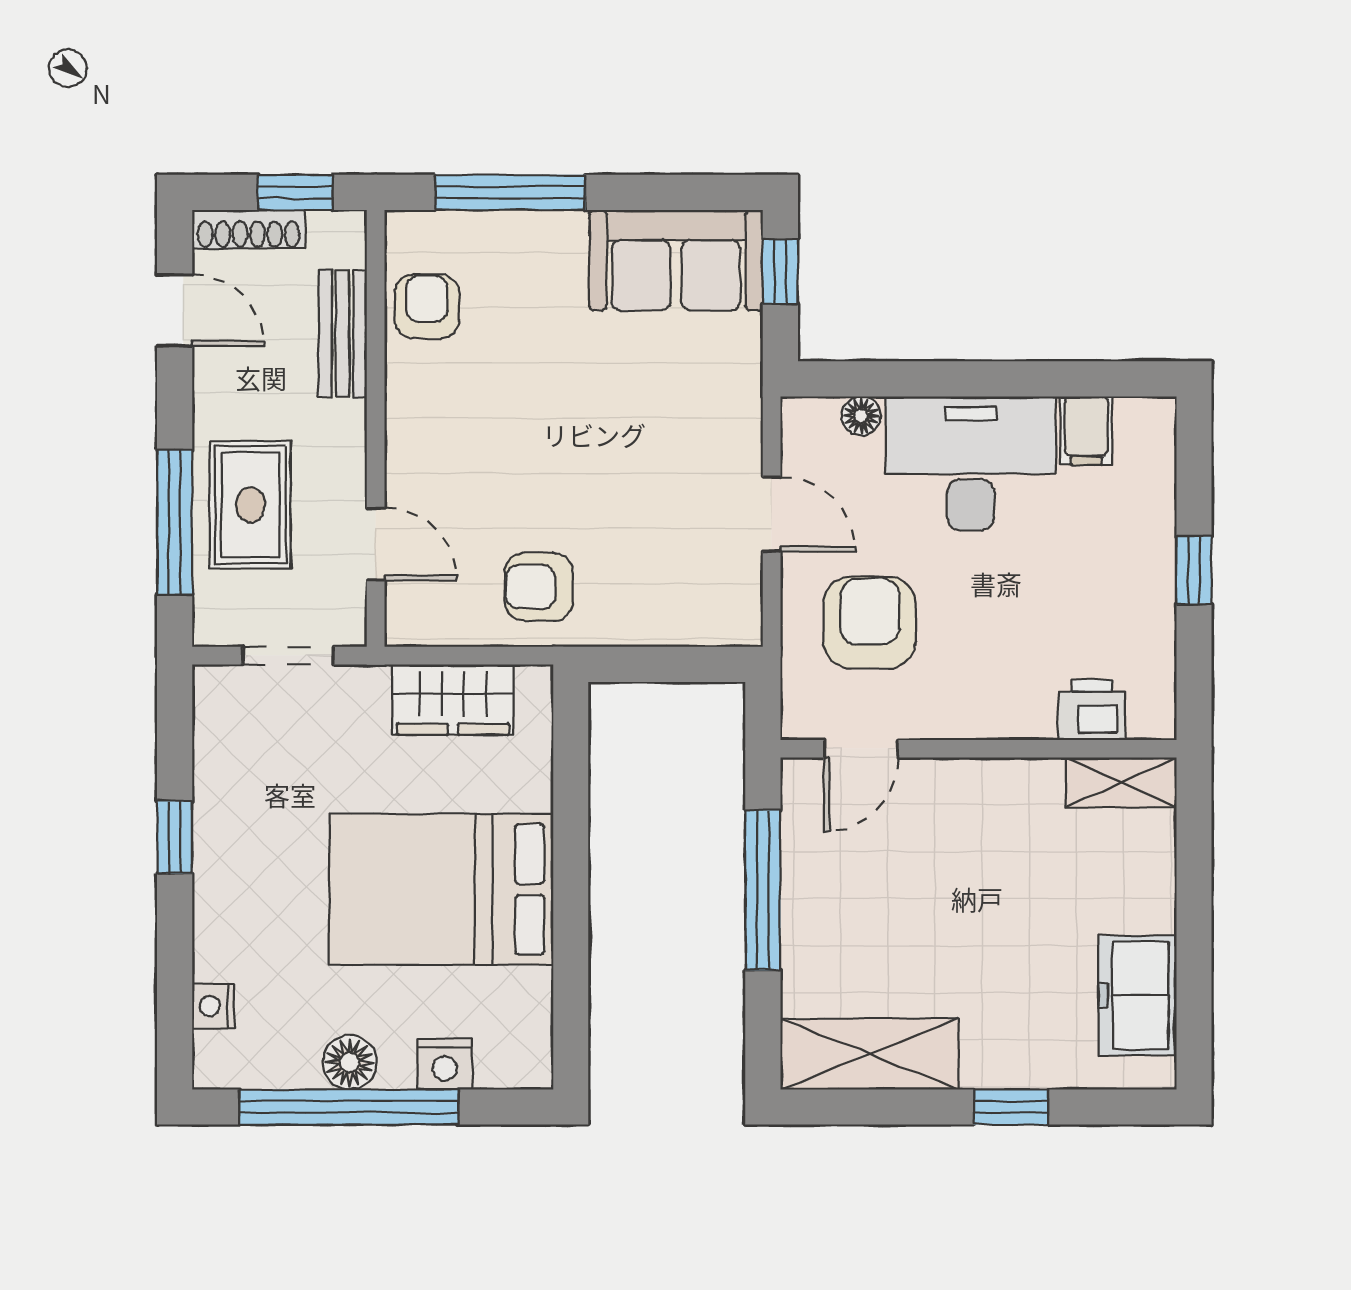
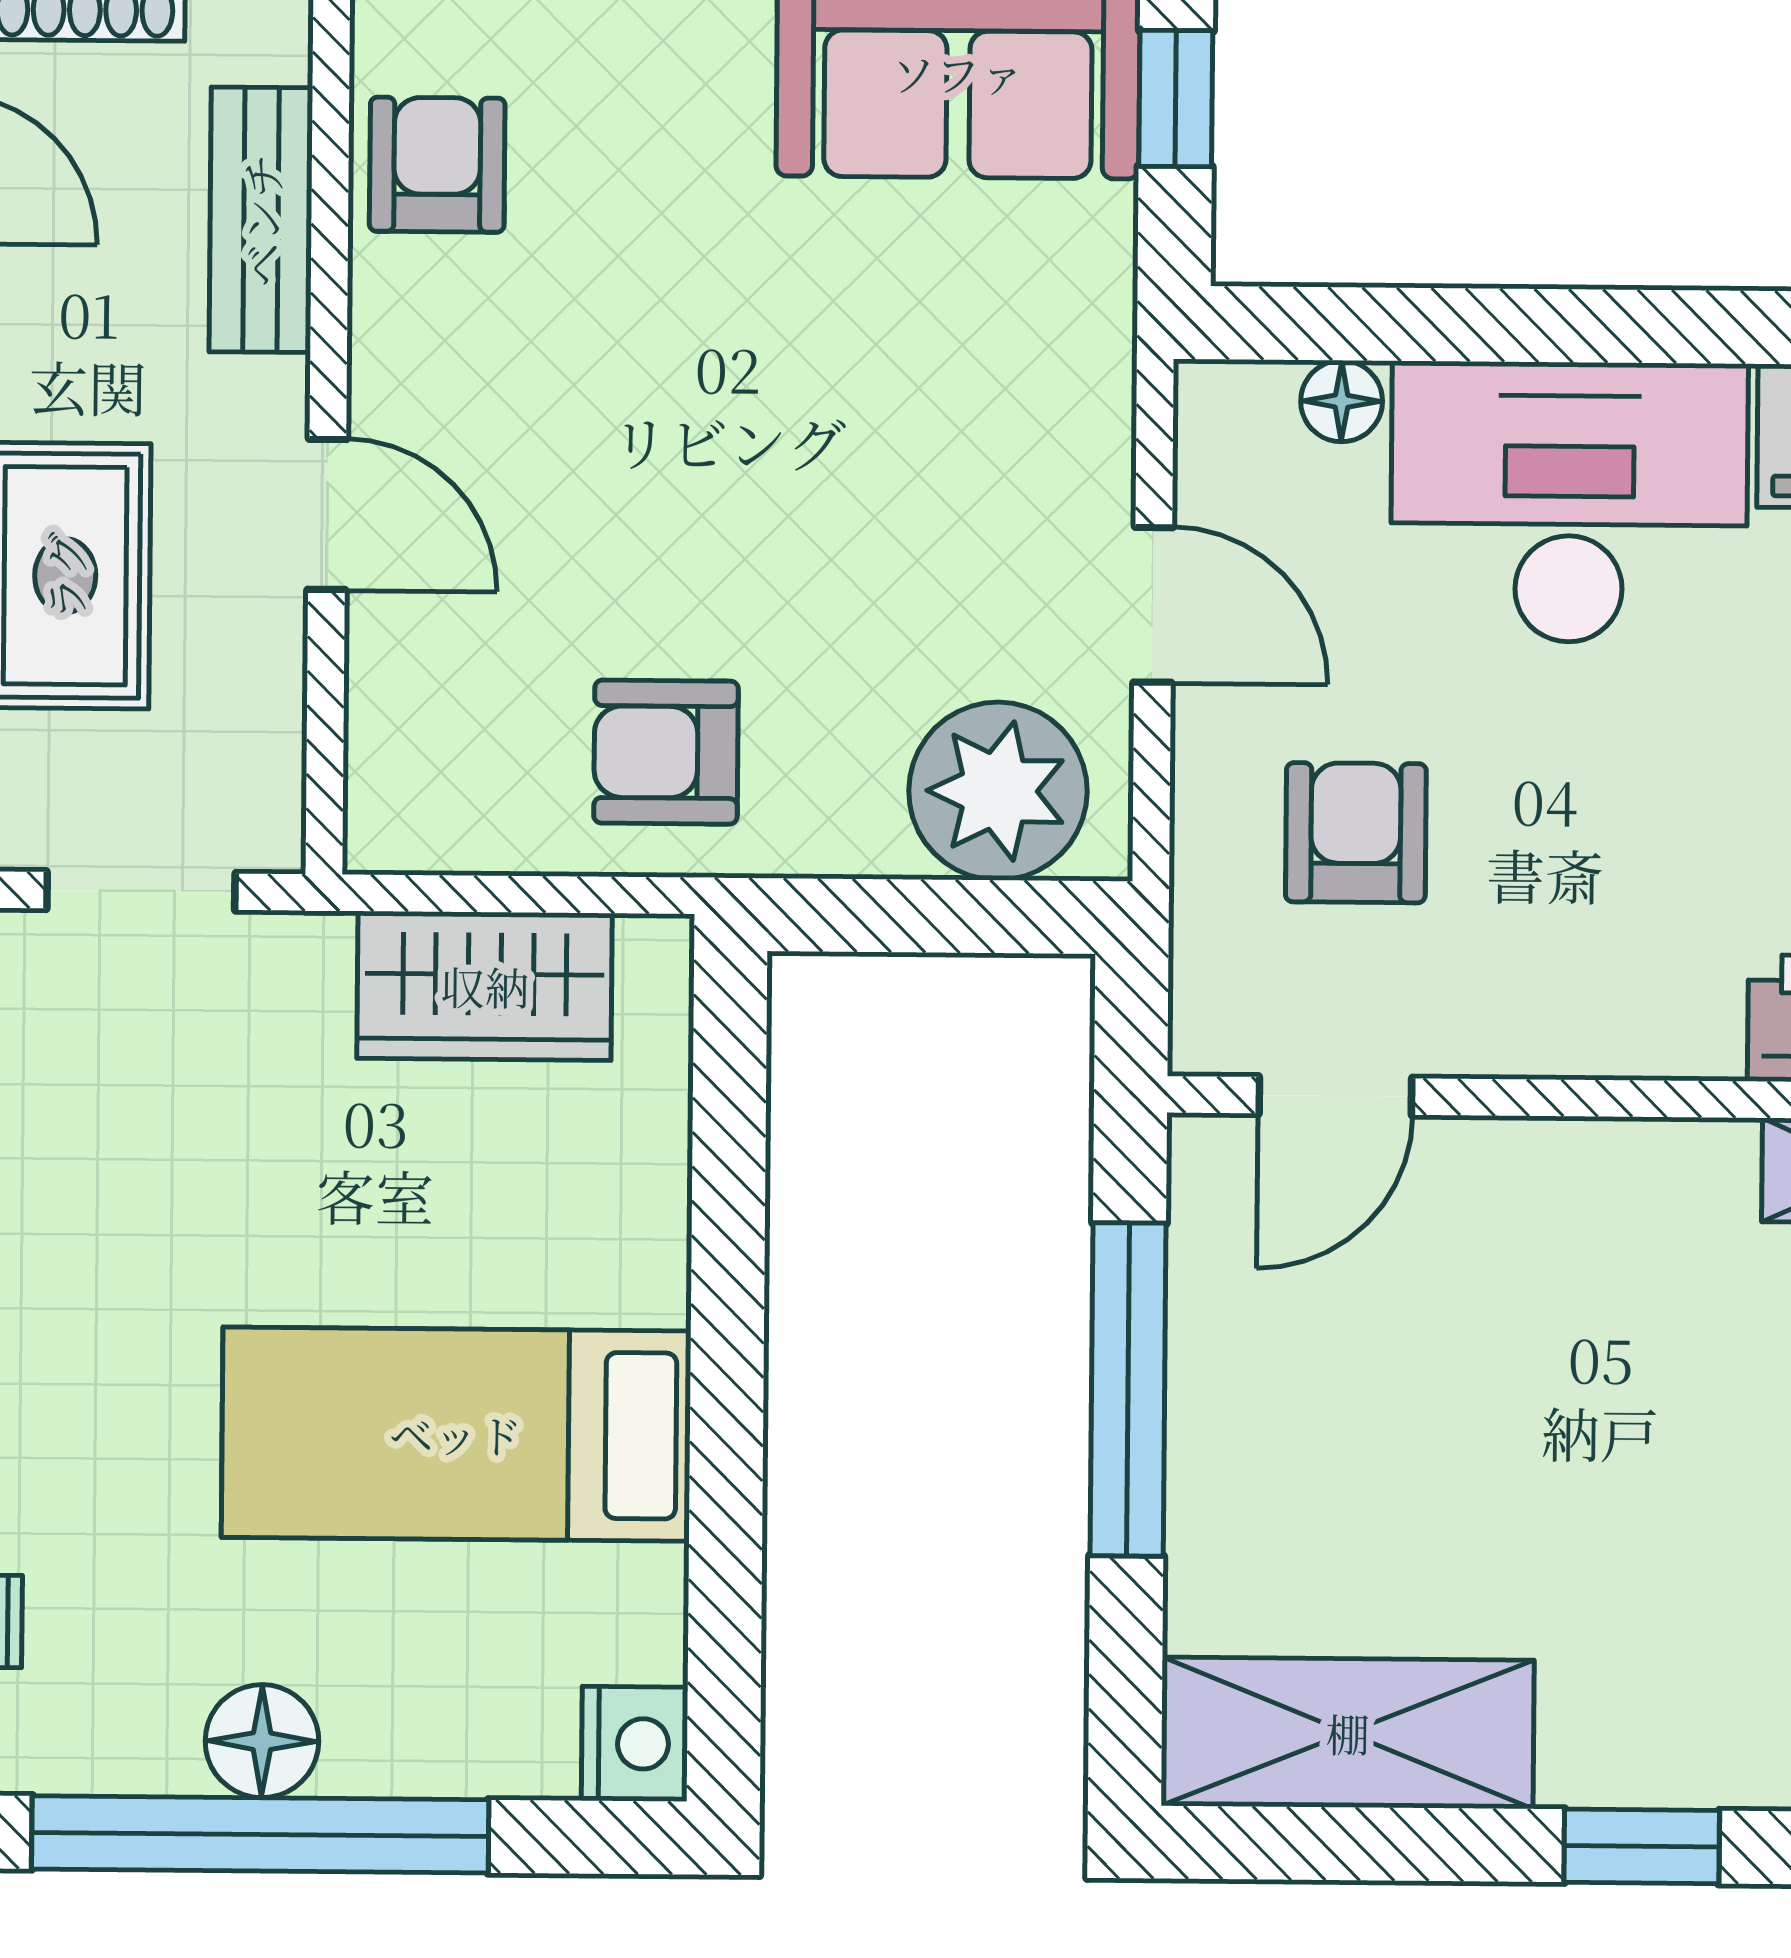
door: (376, 544) -> (327, 514), moved
plant: (698, 604) -> (998, 791), added
armchair: (870, 623) -> (1356, 833), width x0.72, depth x0.72
bed: (441, 889) -> (456, 1434), width x0.67
nightstand: (445, 1064) -> (635, 1744), moved, turned -90

